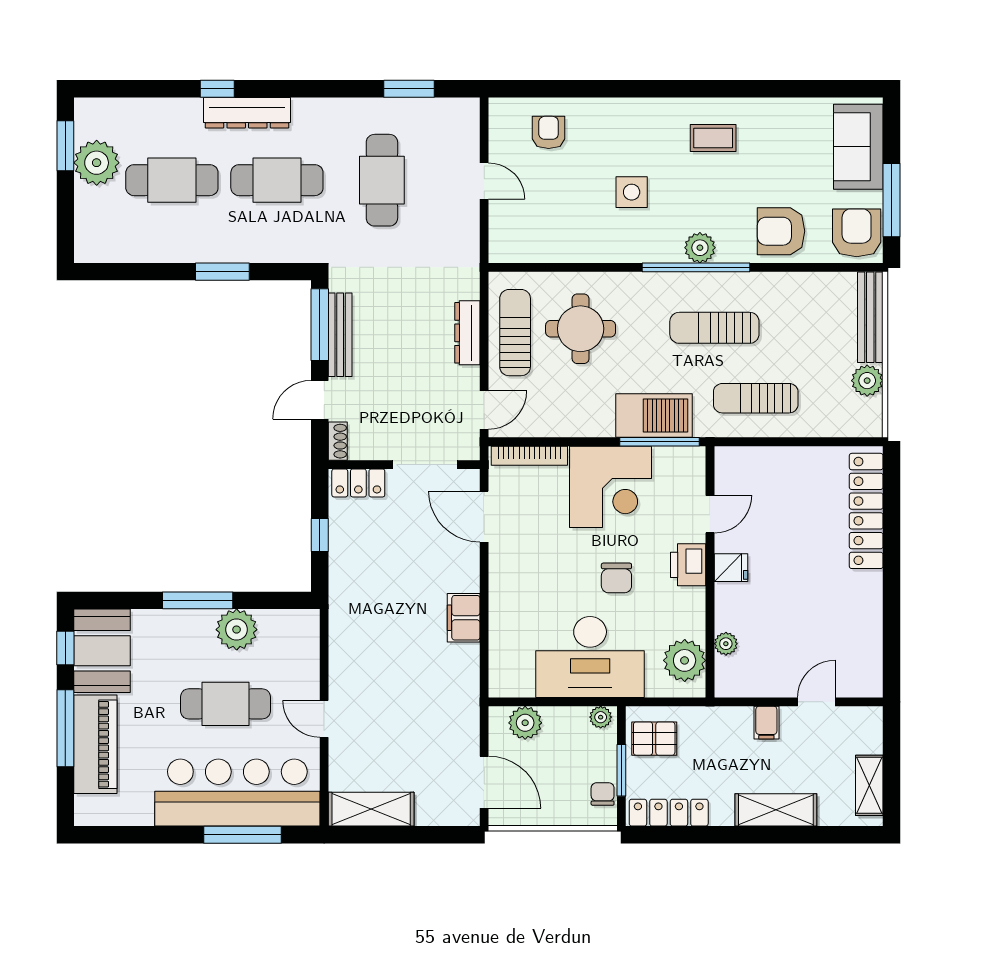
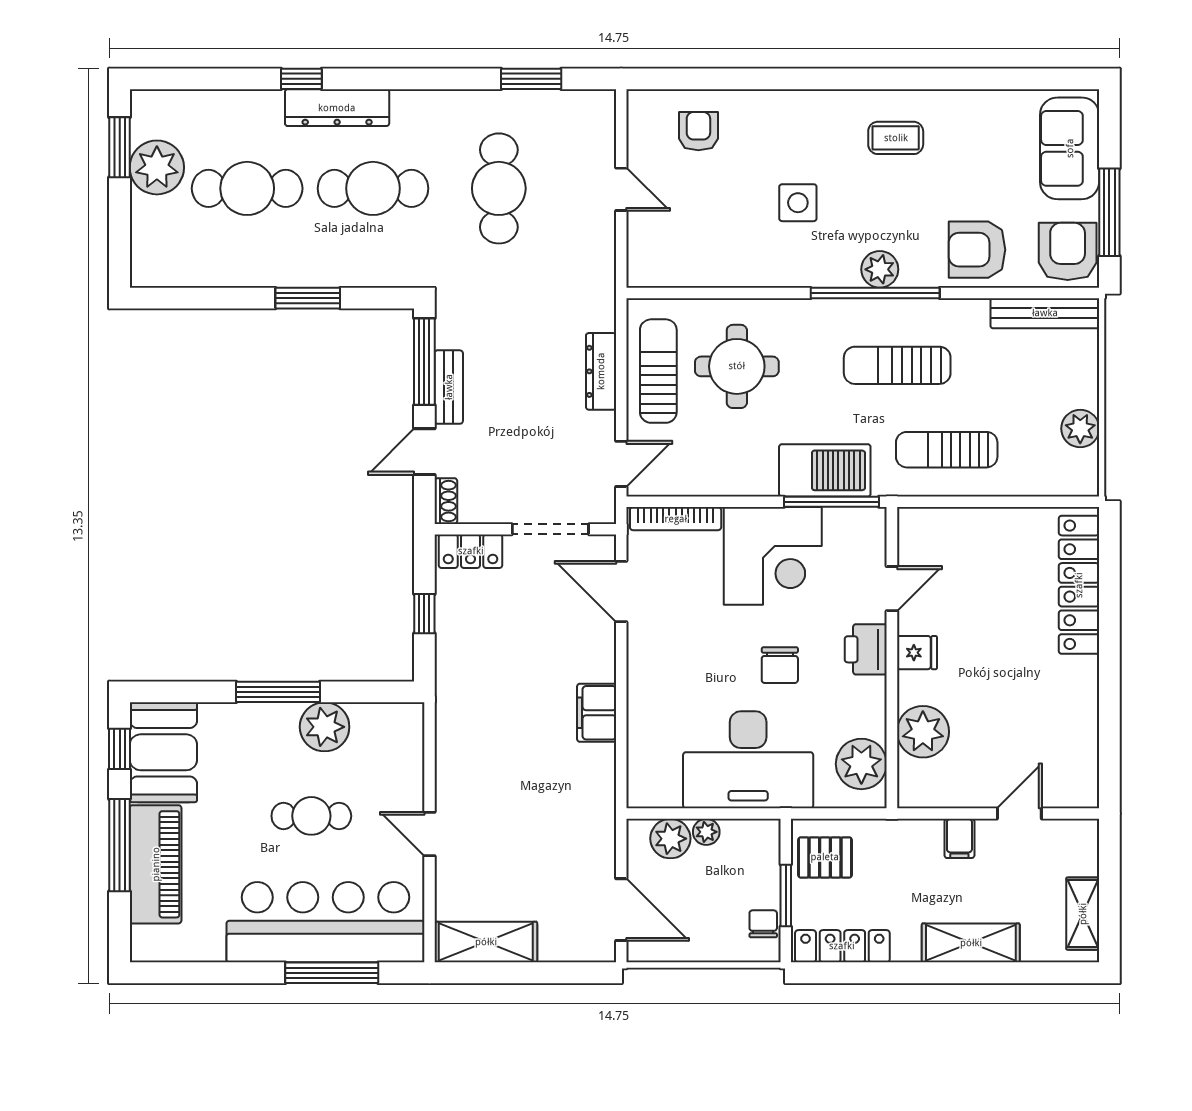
bench: (870, 317) -> (1045, 313), moved, turned 90
bench: (340, 335) -> (449, 387), width x0.73
plant: (726, 644) -> (923, 732), width x1.87, depth x1.87
cafe table: (225, 704) -> (311, 816), width x0.73, depth x0.74
plant: (601, 717) -> (706, 832), moved

